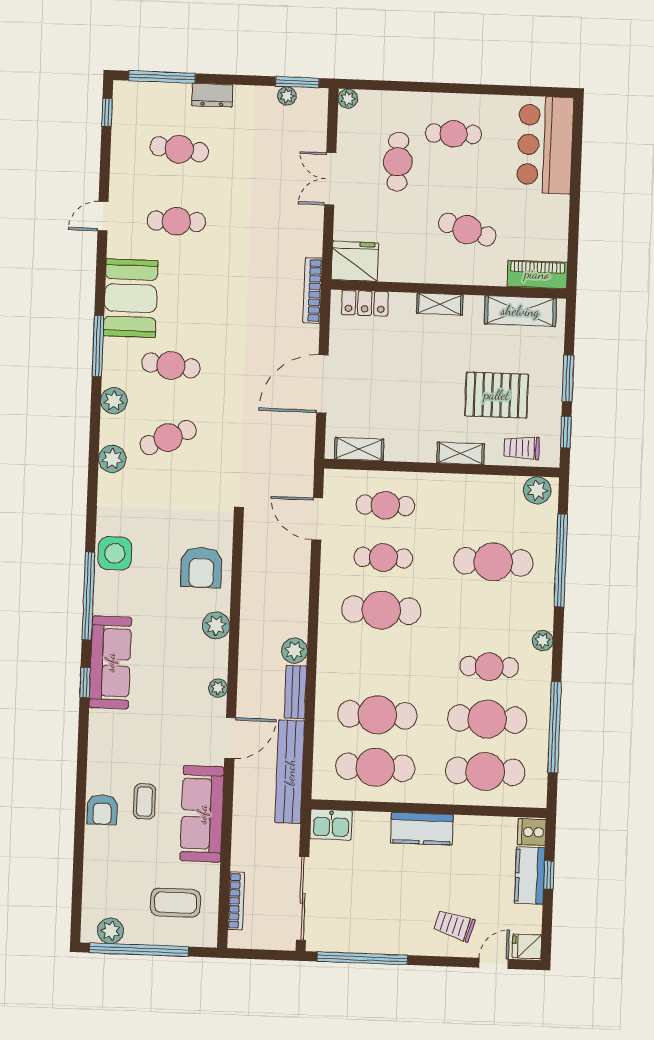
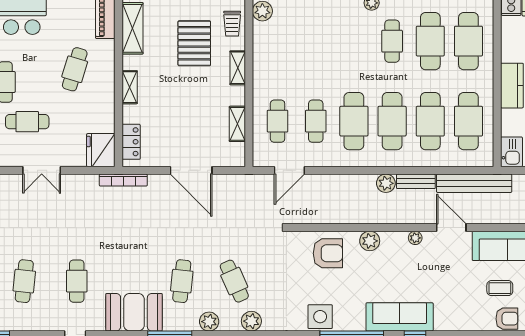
shelving: (359, 449) -> (237, 124), moved
cafe table: (493, 562) -> (392, 121), moved

